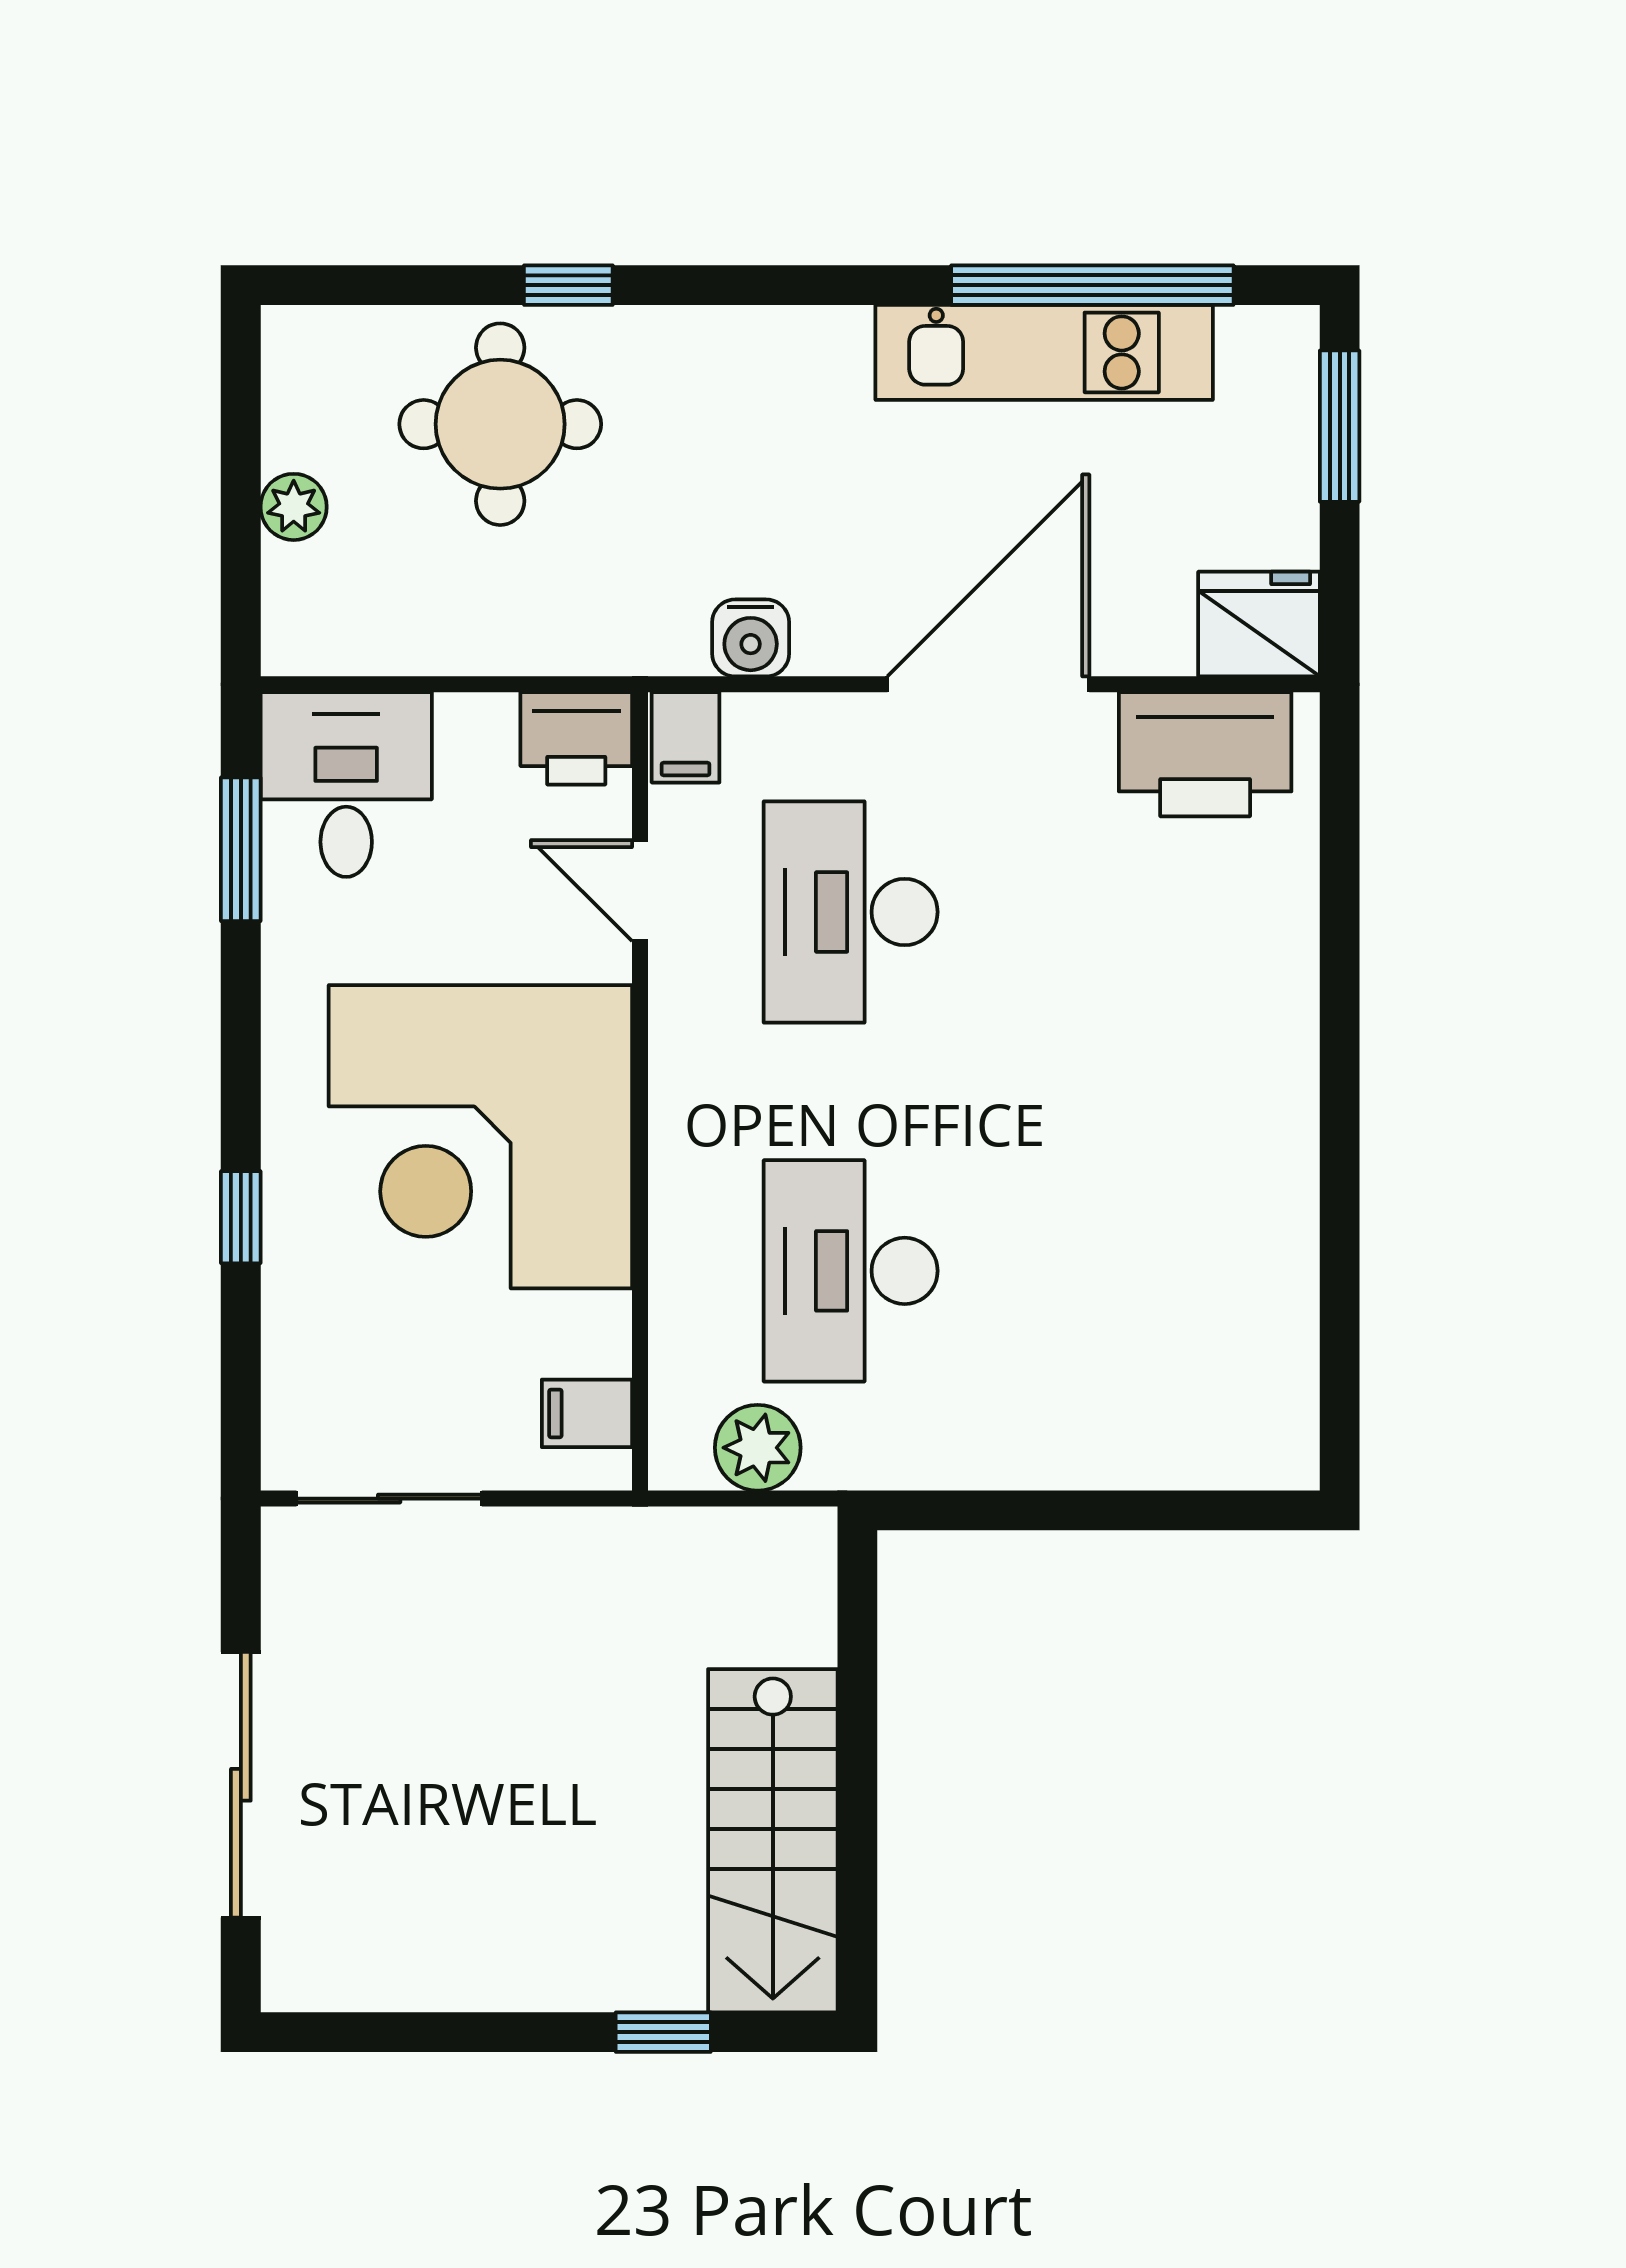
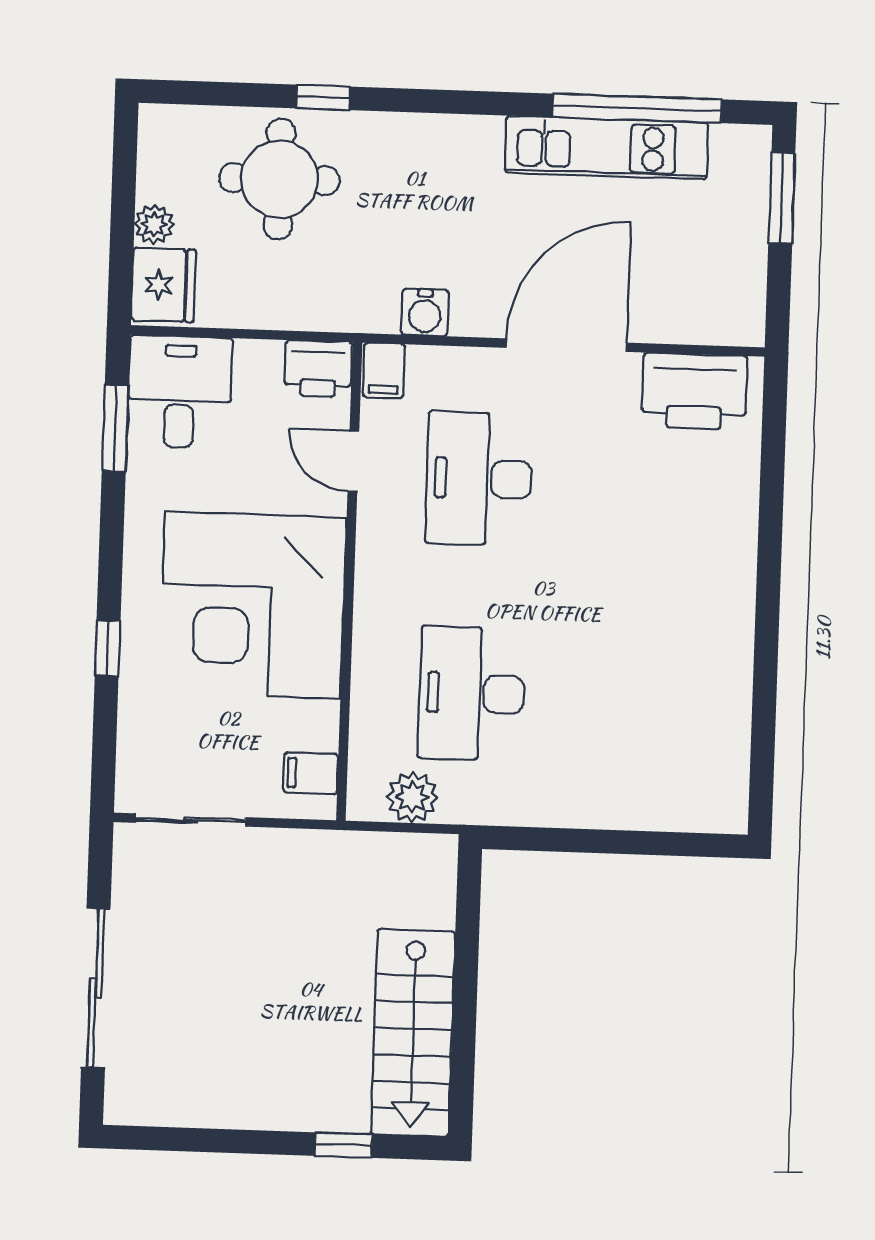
fridge: (1259, 624) -> (164, 285), moved, turned 90

